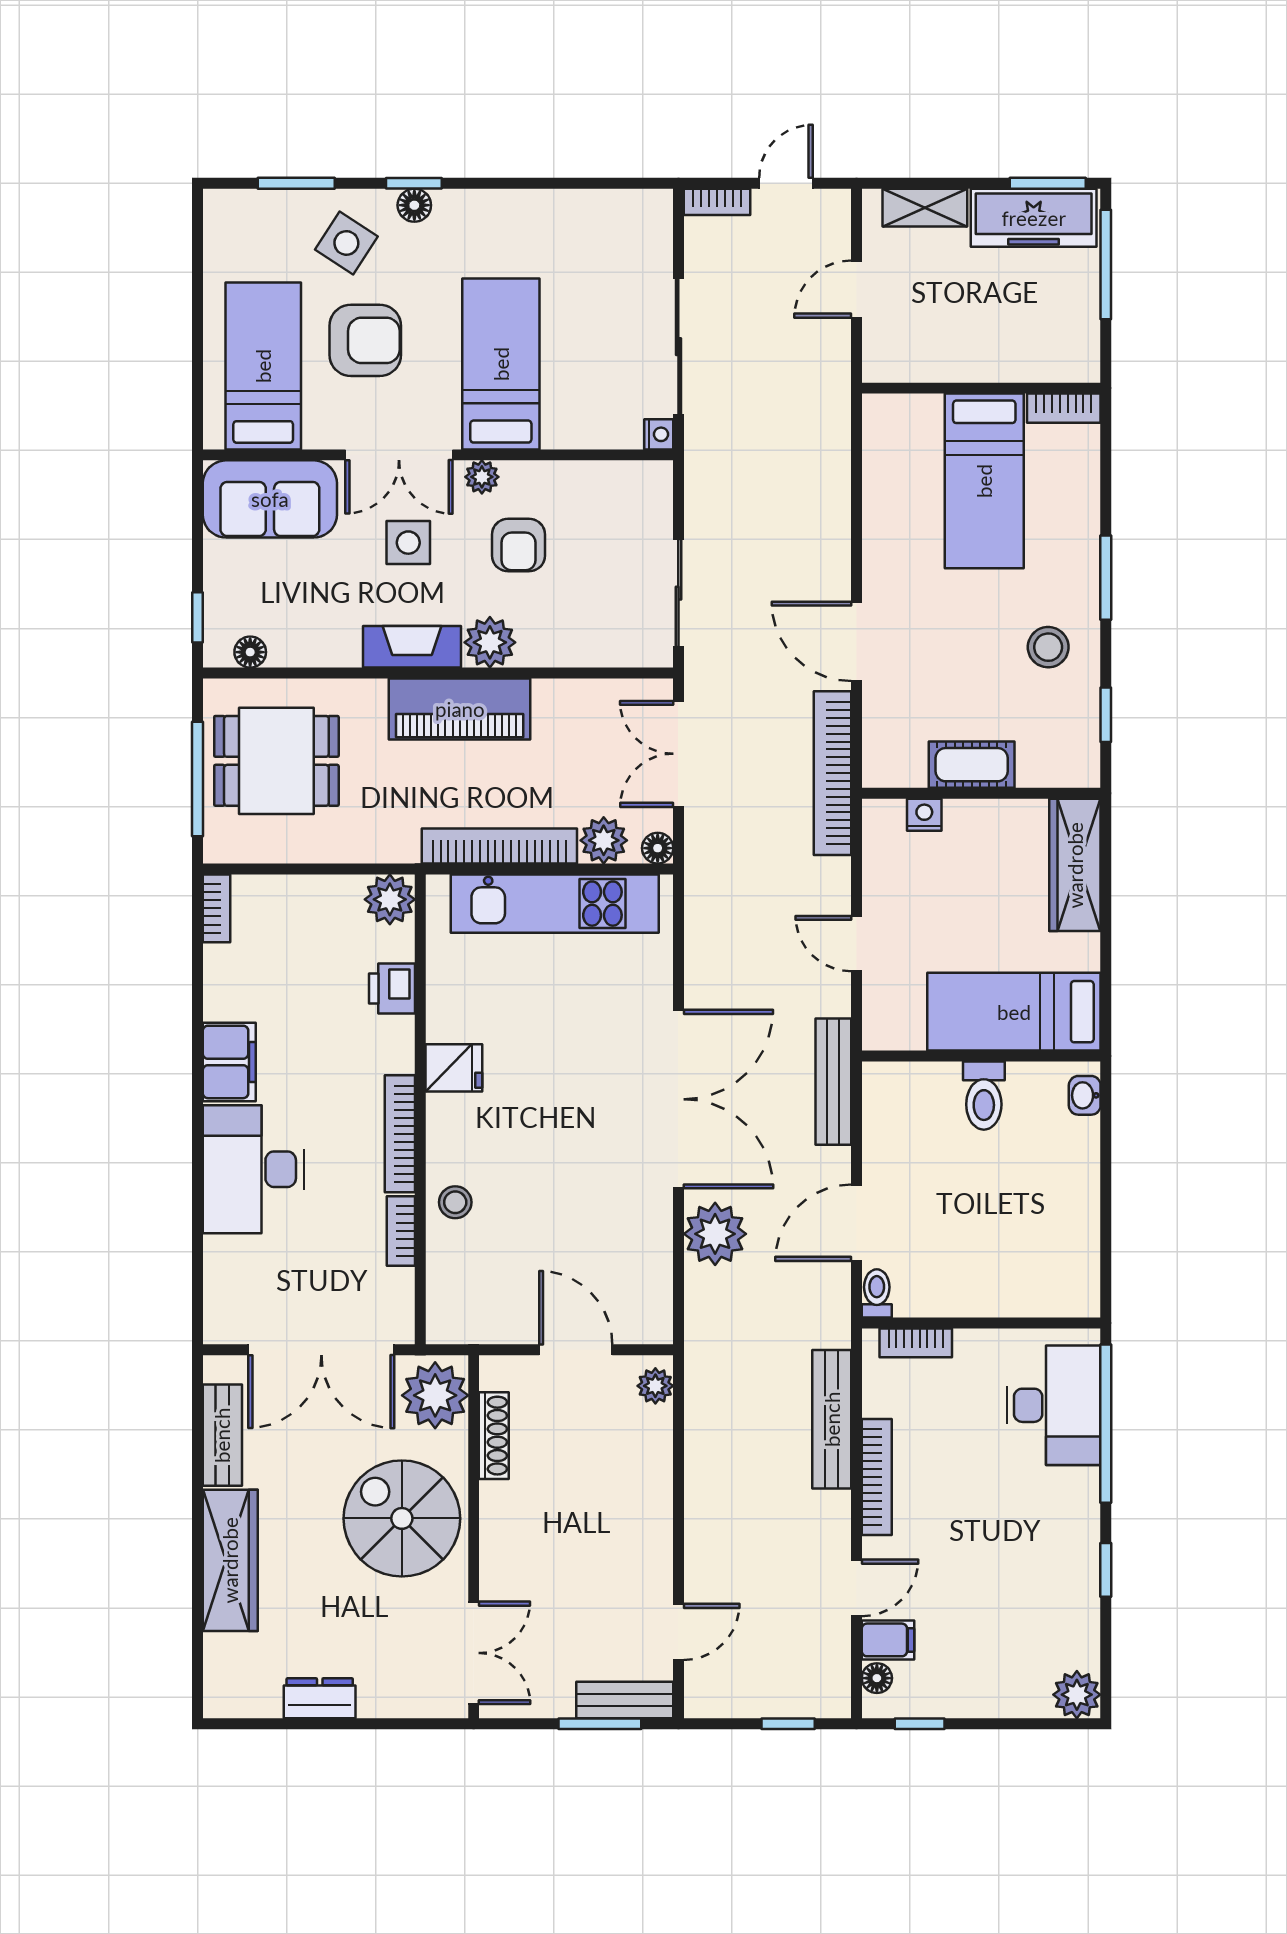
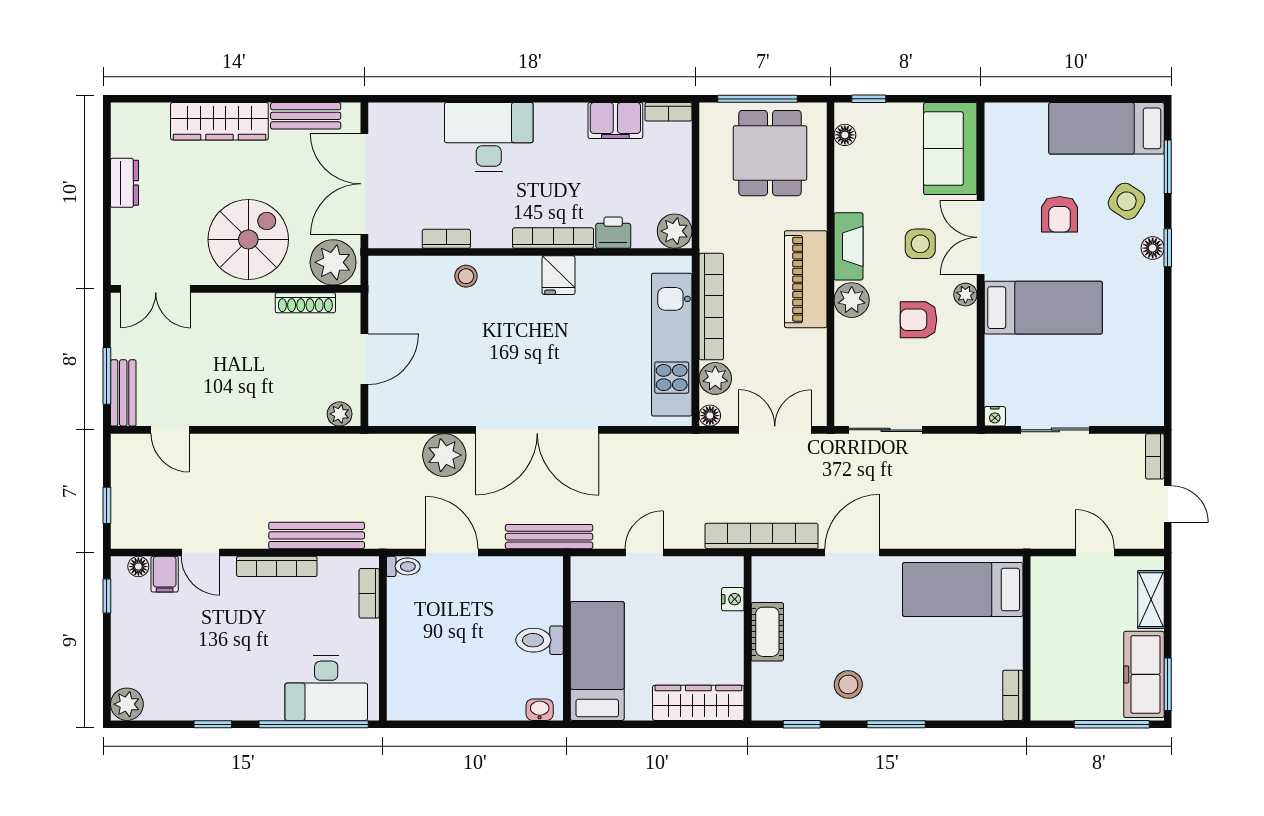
armchair: (365, 340) -> (1060, 214), width x0.72, depth x0.72
sliding door: (678, 347) -> (1055, 430), width x0.73
bed: (263, 366) -> (1106, 128), moved, turned 180
bed: (984, 481) -> (963, 590), moved
filing cabinet: (229, 1062) -> (615, 121), moved
bookcase: (400, 1134) -> (553, 238), moved

